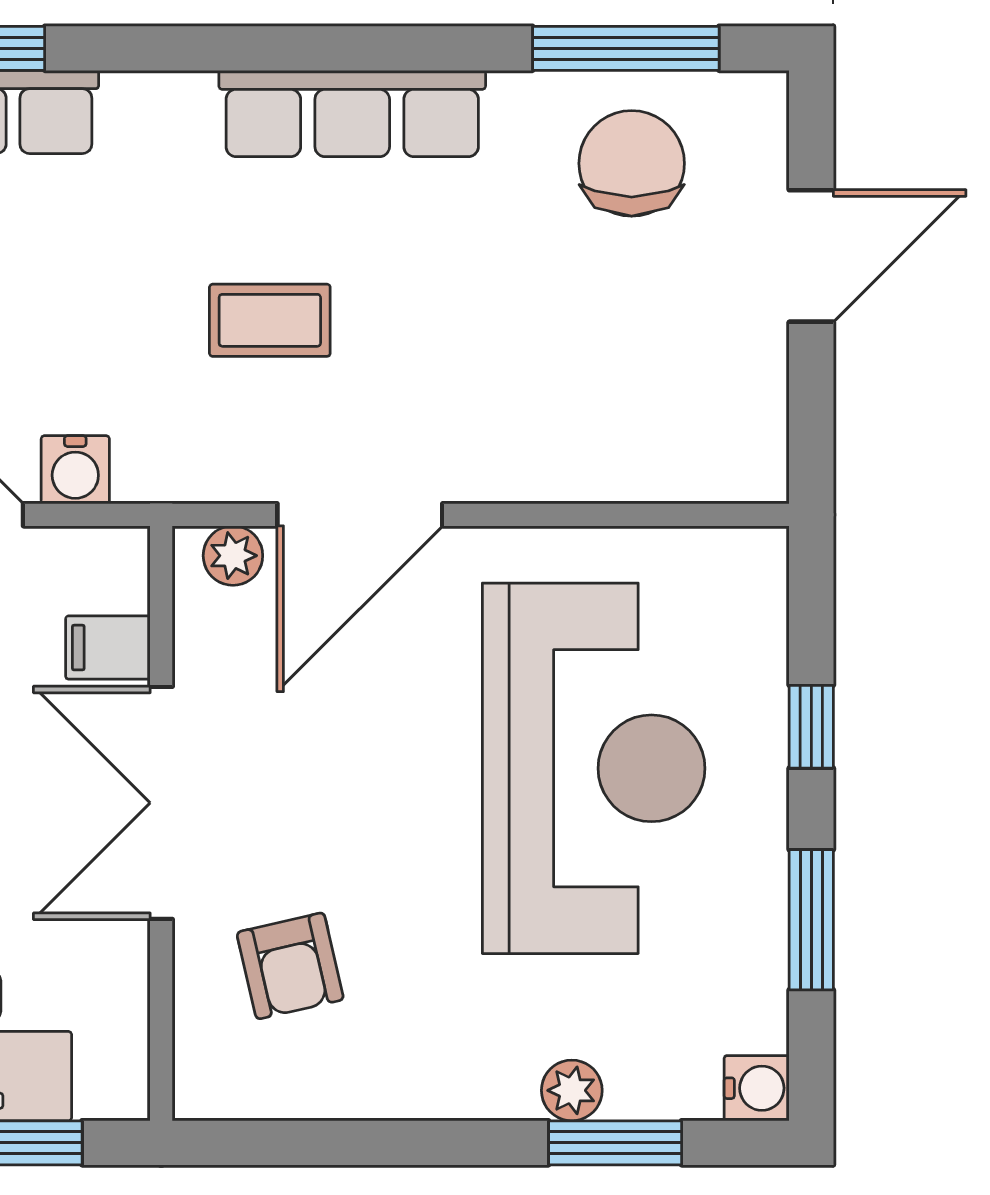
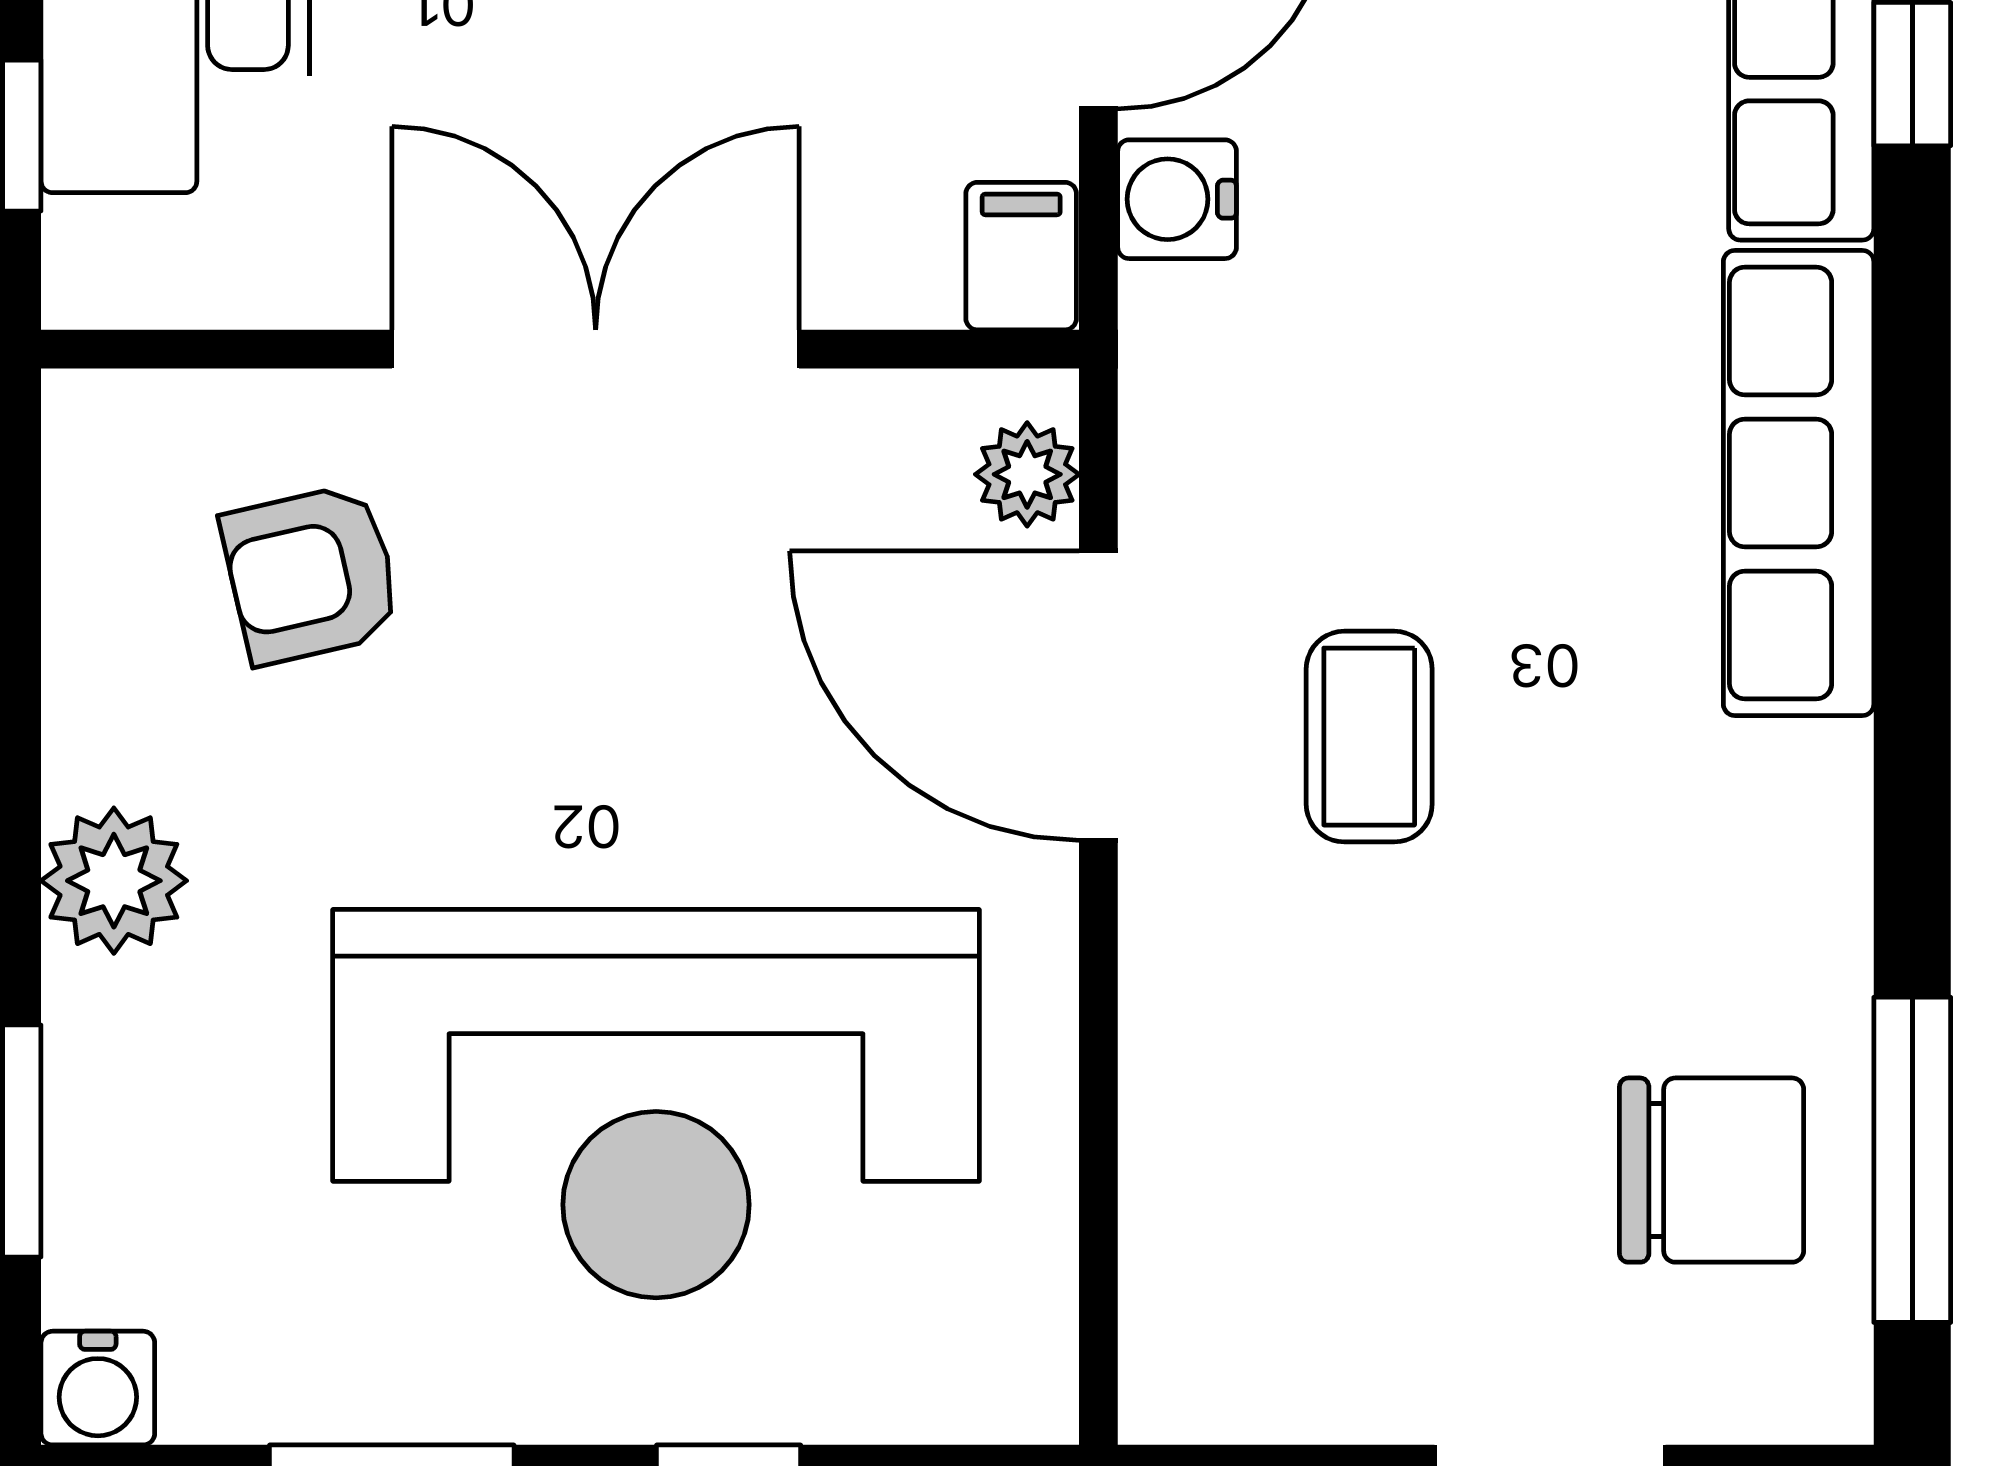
row of seats: (352, 113) -> (1799, 483), moved
coffee table: (270, 320) -> (1369, 737), moved
filing cabinet: (108, 648) -> (1021, 256), moved
plant: (572, 1090) -> (114, 881), moved, width x1.38, depth x1.38

